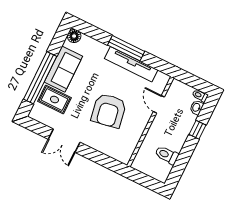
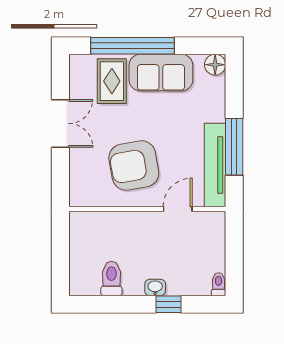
door: (159, 104) -> (178, 209), moved
washbasin: (197, 107) -> (155, 287), moved
wall: (150, 122) -> (147, 209), moved
double door: (64, 141) -> (60, 123), swing flipped

